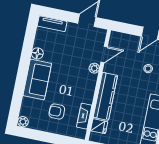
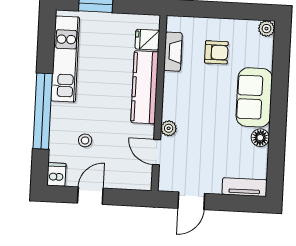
door: (104, 54) -> (157, 152), hinge flipped

